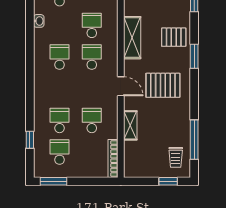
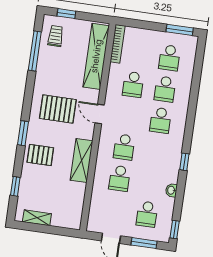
school desk: (60, 57) -> (160, 120), moved
shelving: (130, 125) -> (96, 56), width x2.20, depth x1.33
window: (30, 140) -> (184, 162), moved

